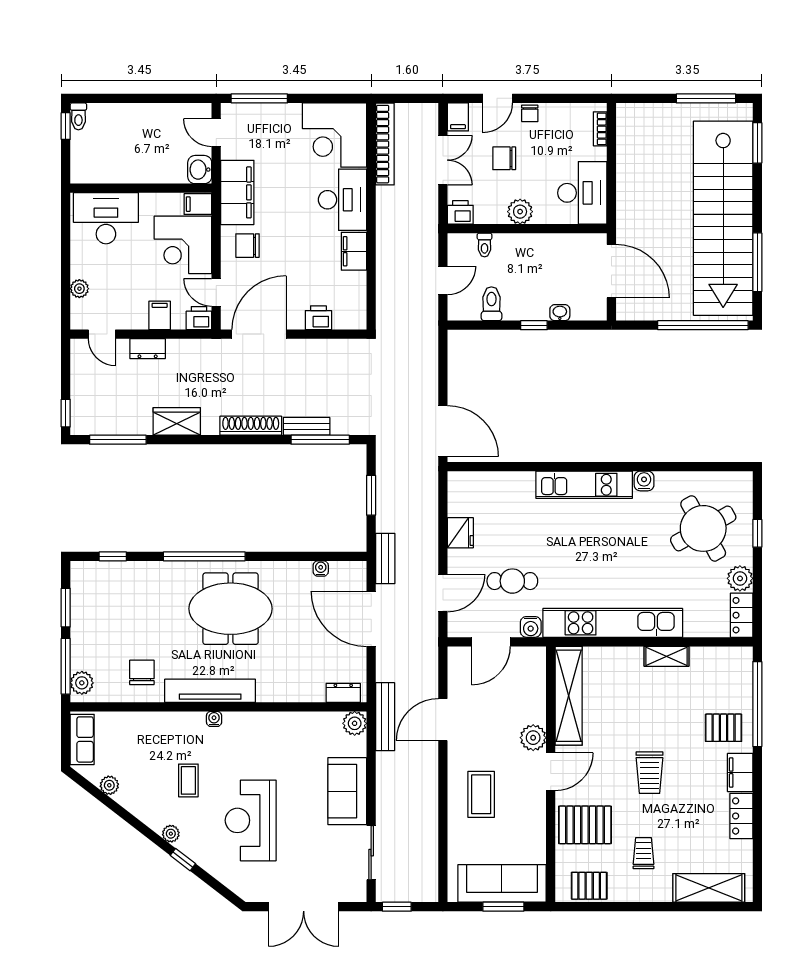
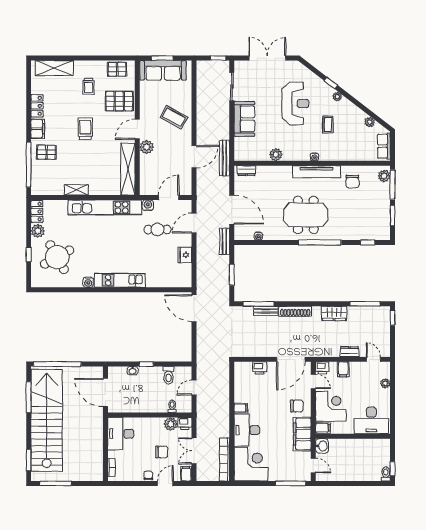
plant: (520, 212) -> (171, 424), moved
filing cabinet: (354, 251) -> (241, 408), width x0.50
plant: (355, 723) -> (276, 155), moved
coffee table: (481, 794) -> (174, 117), turned -61

